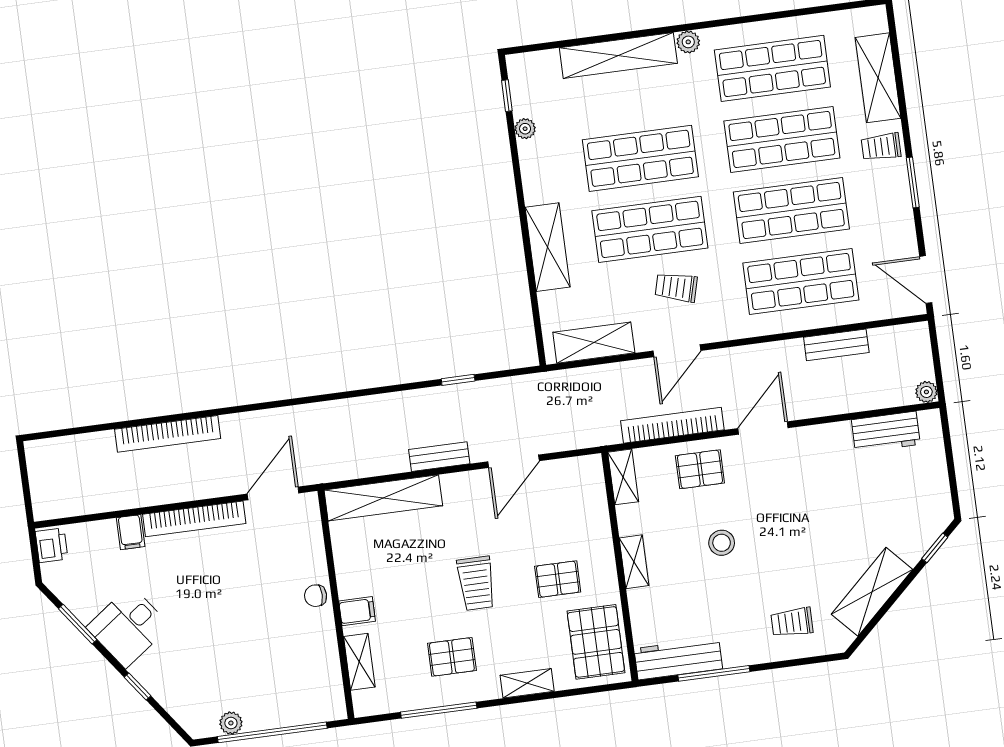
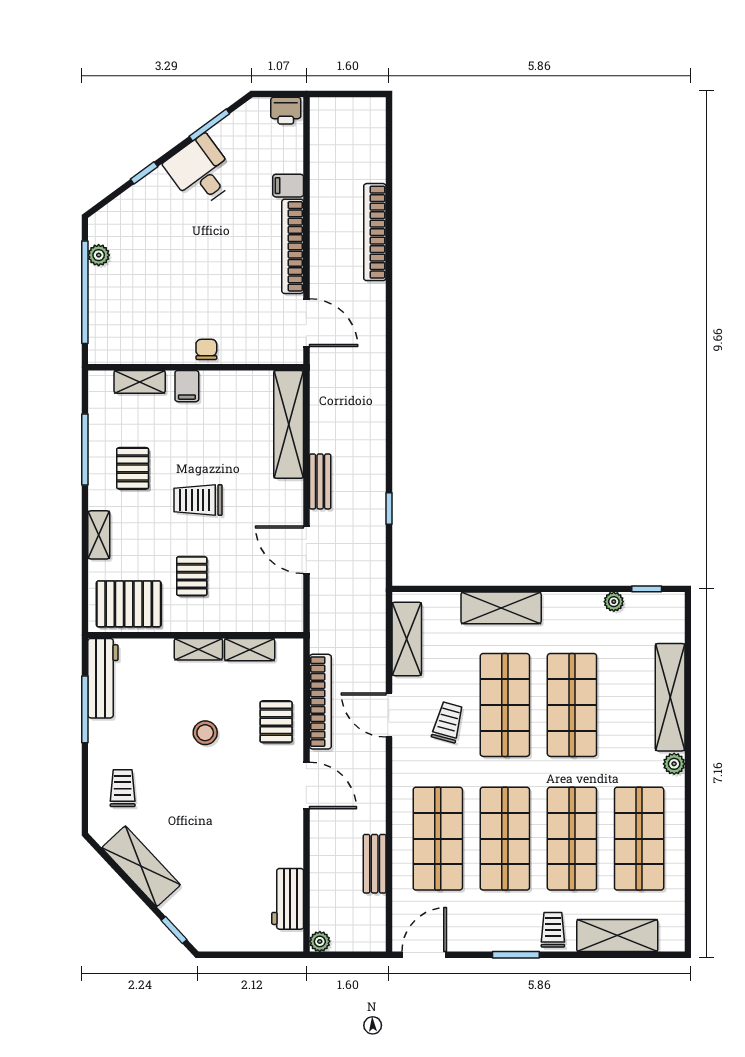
shelving: (623, 477) -> (250, 650), moved

